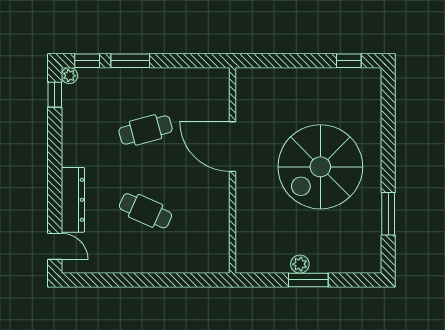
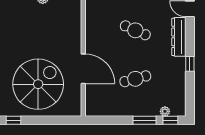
plant: (69, 76) -> (165, 111), moved
window: (55, 95) -> (190, 64), moved
spiral stairs: (320, 167) -> (38, 84), moved

